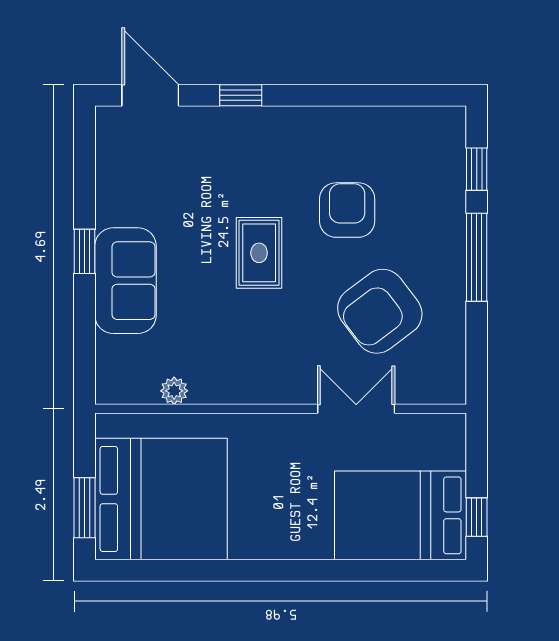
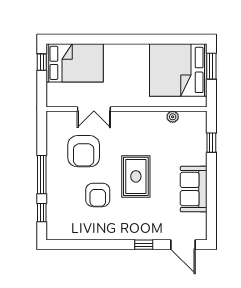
window: (85, 251) -> (211, 143), moved
rug: (259, 253) -> (136, 176), width x1.36, depth x1.43
sofa: (126, 281) -> (194, 189), moved
armchair: (380, 311) -> (84, 151), turned 127

